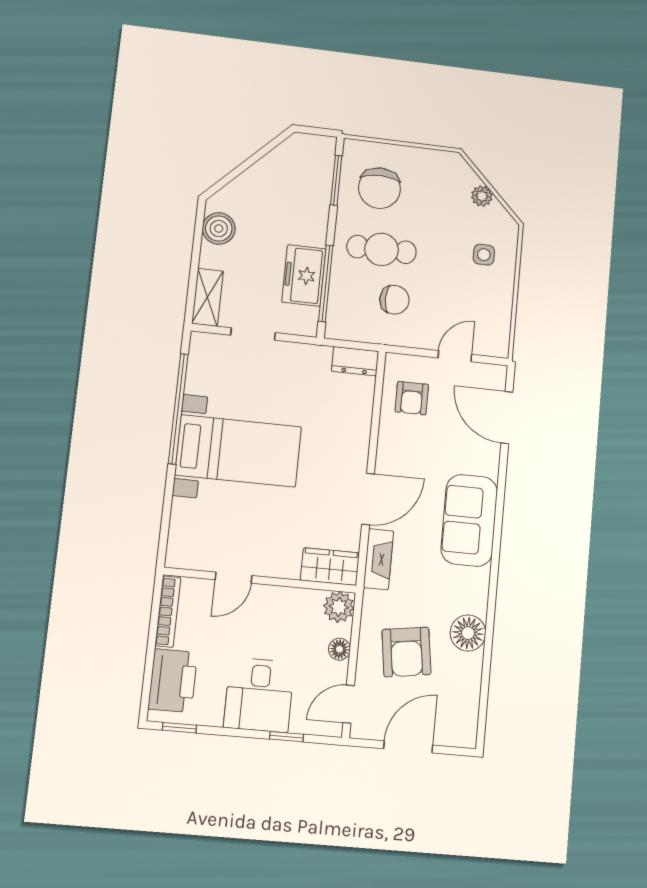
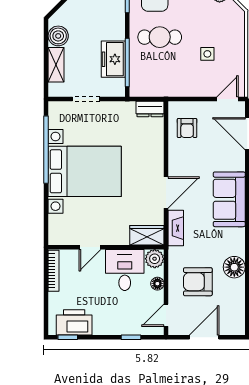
side table: (484, 255) -> (207, 54), moved
shelving: (207, 297) -> (56, 65), moved
chair: (394, 300) -> (171, 68), removed
door: (455, 356) -> (228, 99), moved
bed with nightstands: (238, 451) -> (85, 171), width x1.36
armchair: (406, 652) -> (198, 282), turned 98
printer: (173, 681) -> (74, 322), moved, turned -90
desk: (259, 695) -> (125, 270), moved, turned 180

